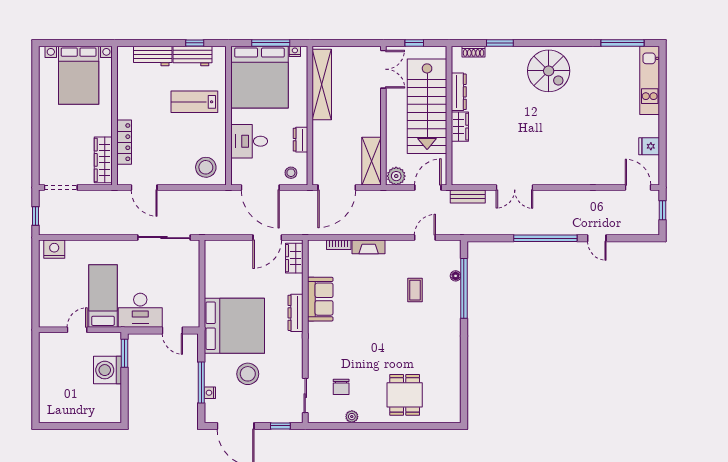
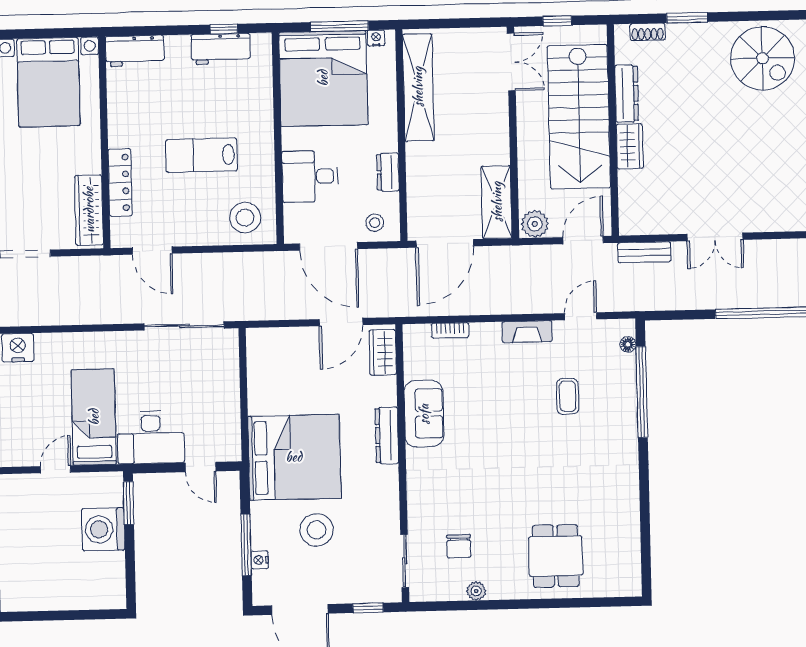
workbench: (153, 56) -> (135, 51), moved
lab bench: (194, 102) -> (202, 155), moved
fireplace: (369, 247) -> (527, 332), moved
floor lamp: (456, 276) -> (628, 344), moved

